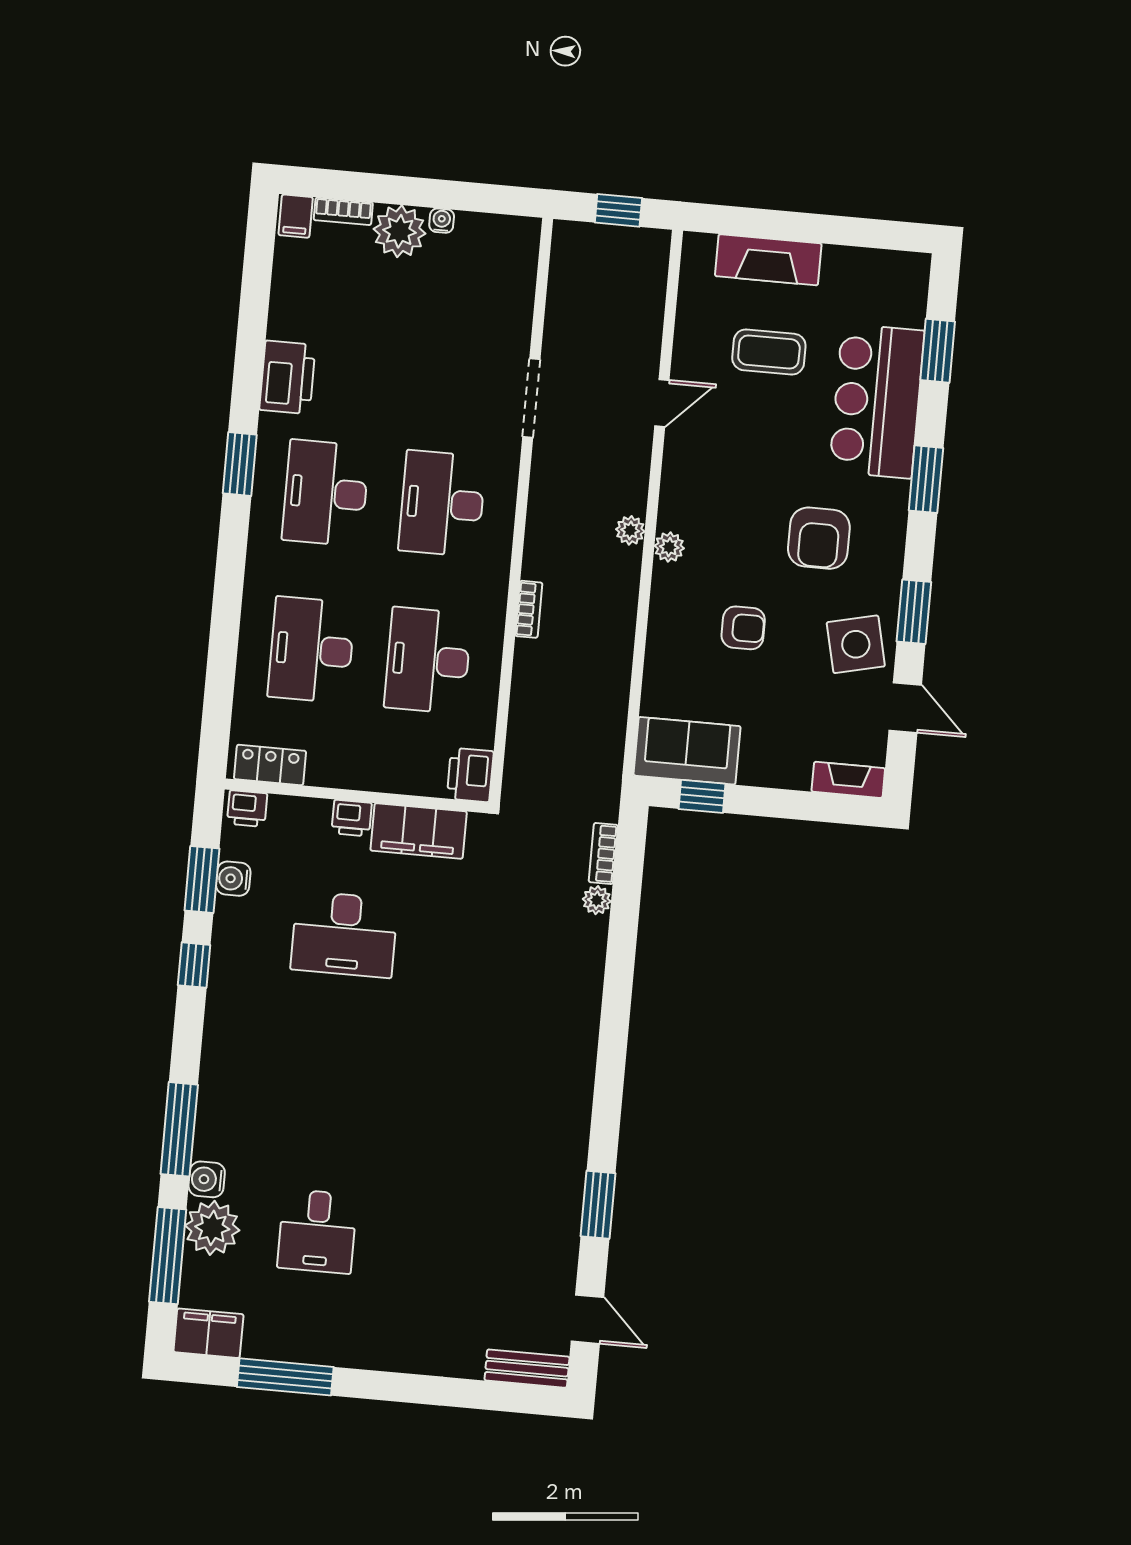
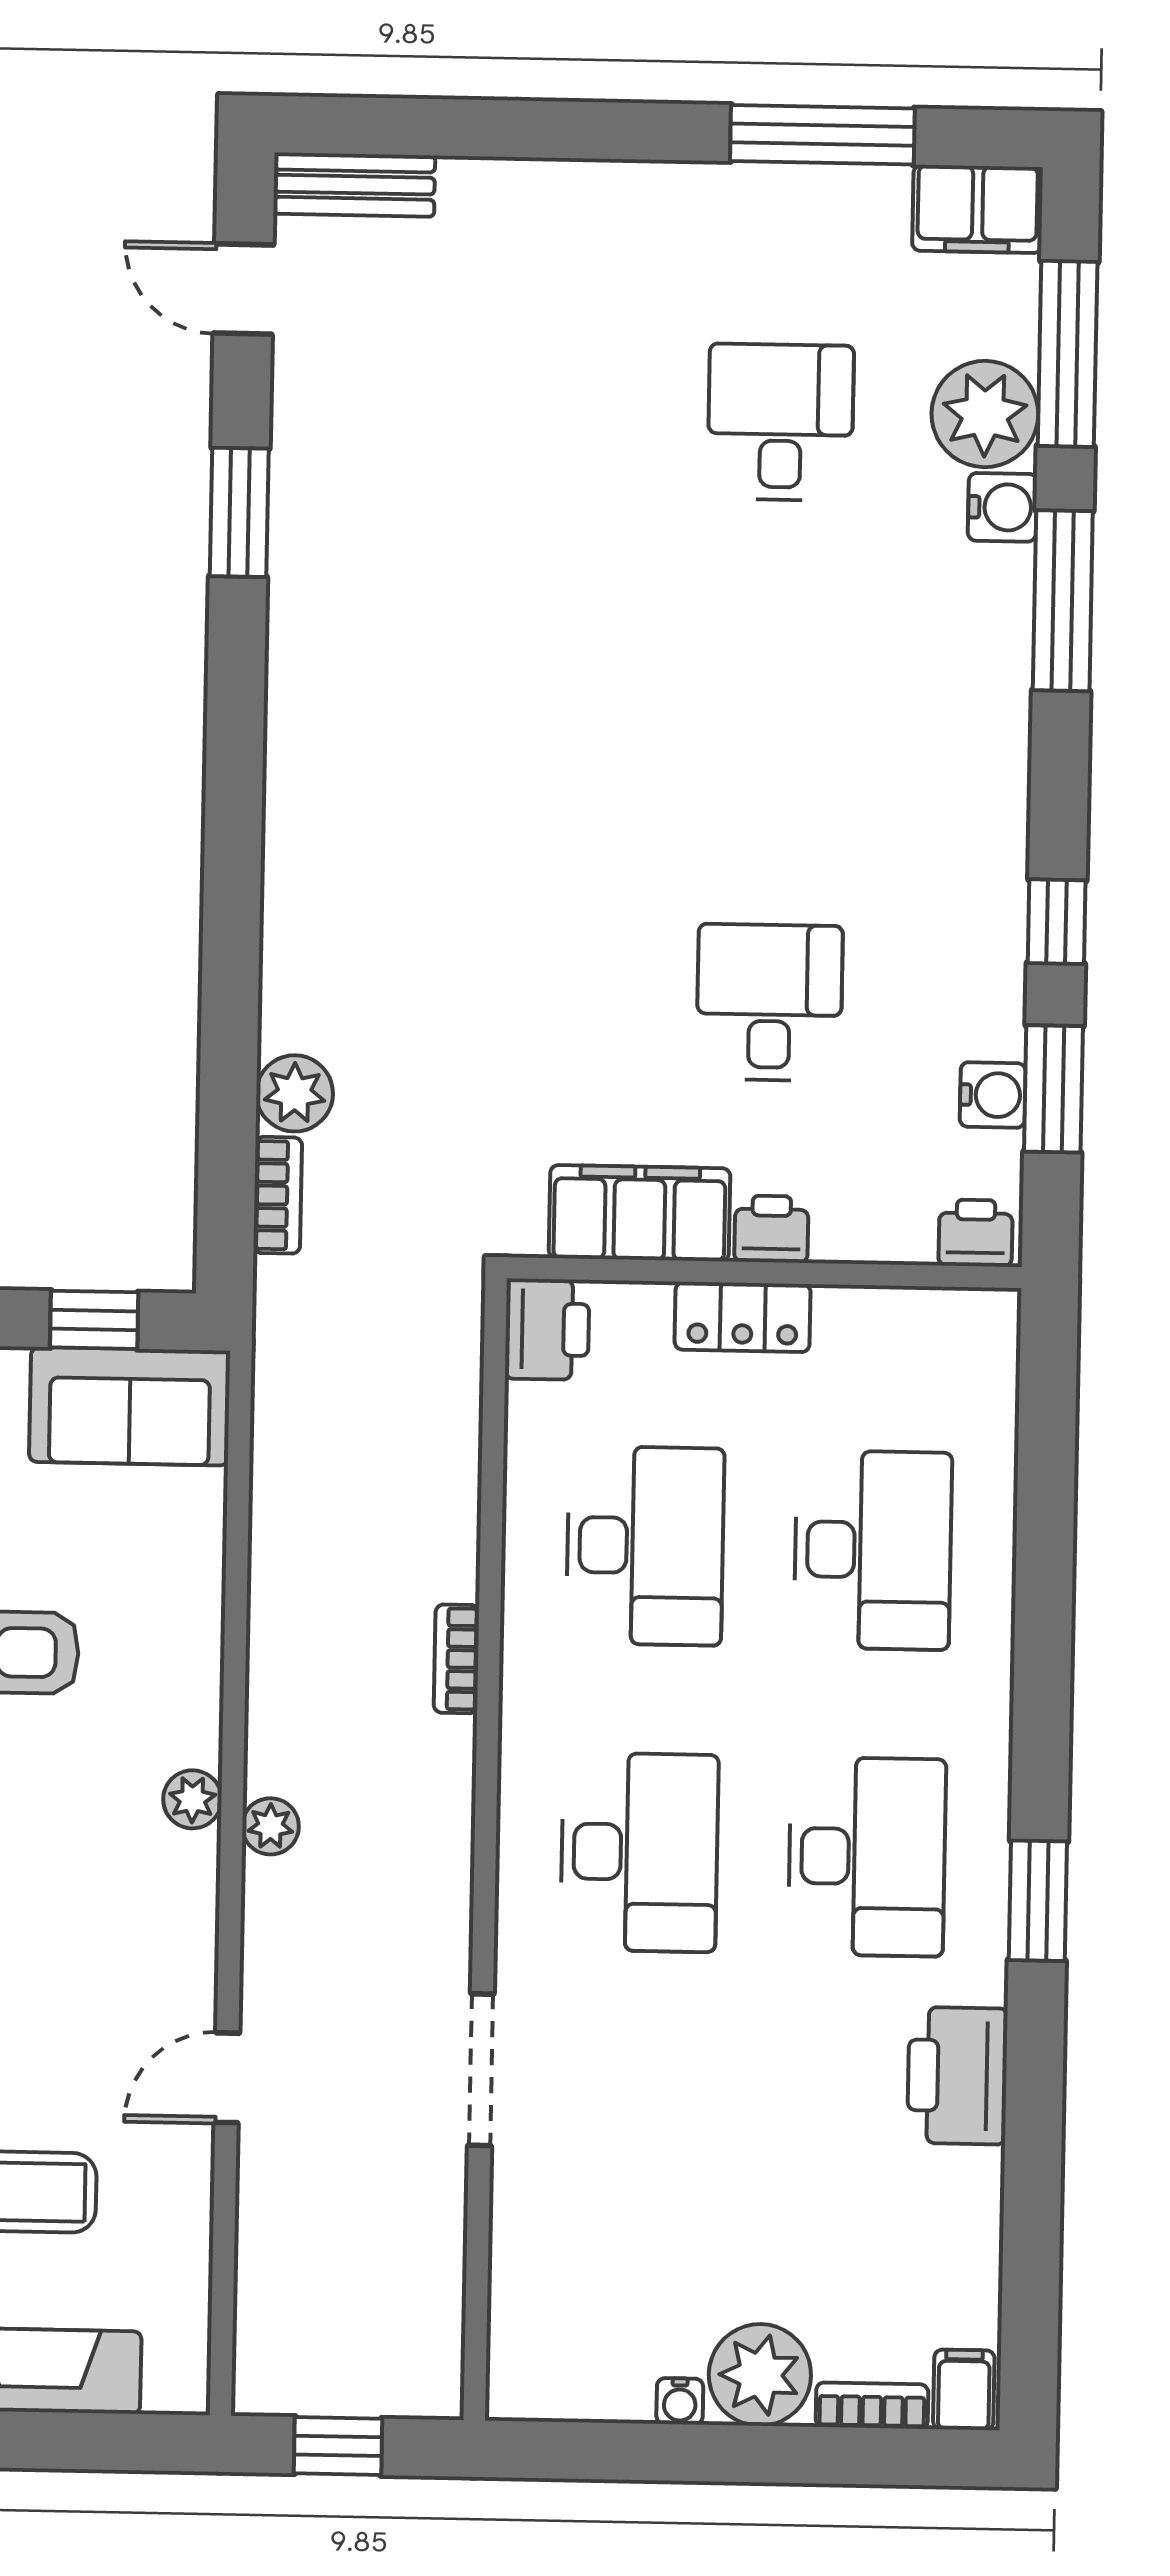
locker: (270, 765) -> (743, 1317), moved
plant: (597, 900) -> (295, 1093), width x1.38, depth x1.38
desk: (344, 934) -> (769, 1002), width x0.73

